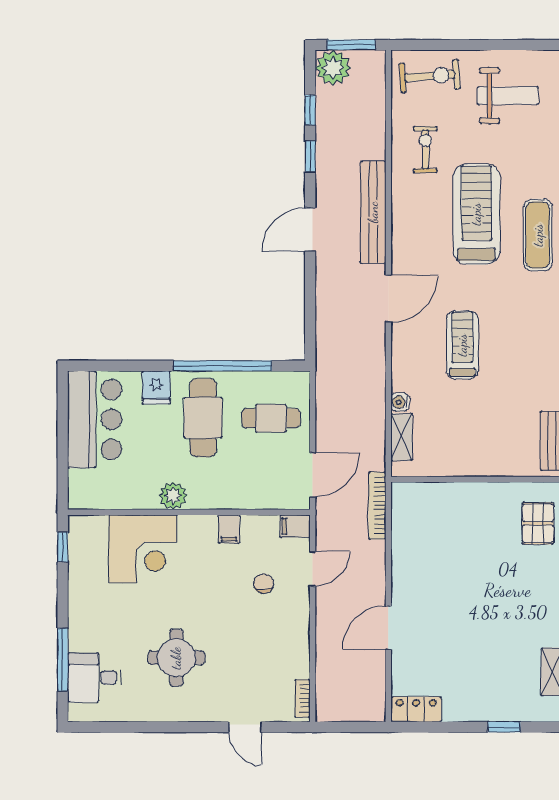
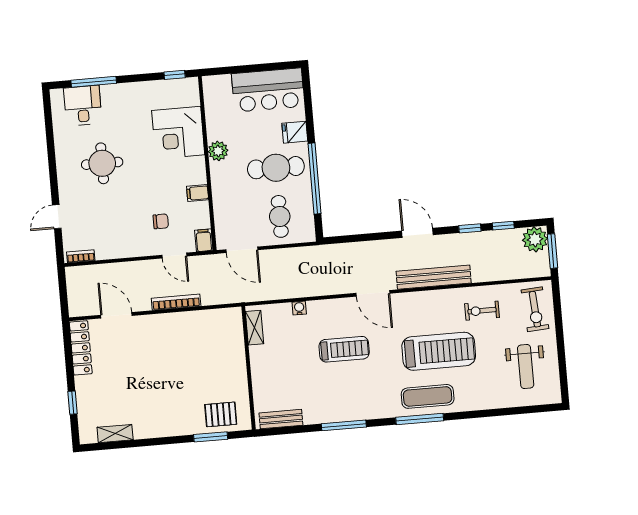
exercise bike: (425, 149) -> (482, 311), turned 180
shelving: (402, 437) -> (255, 328), moved, turned 90
bookcase: (377, 506) -> (176, 302), moved
door: (388, 628) -> (116, 315), moved
locker: (416, 709) -> (81, 348), width x1.53

